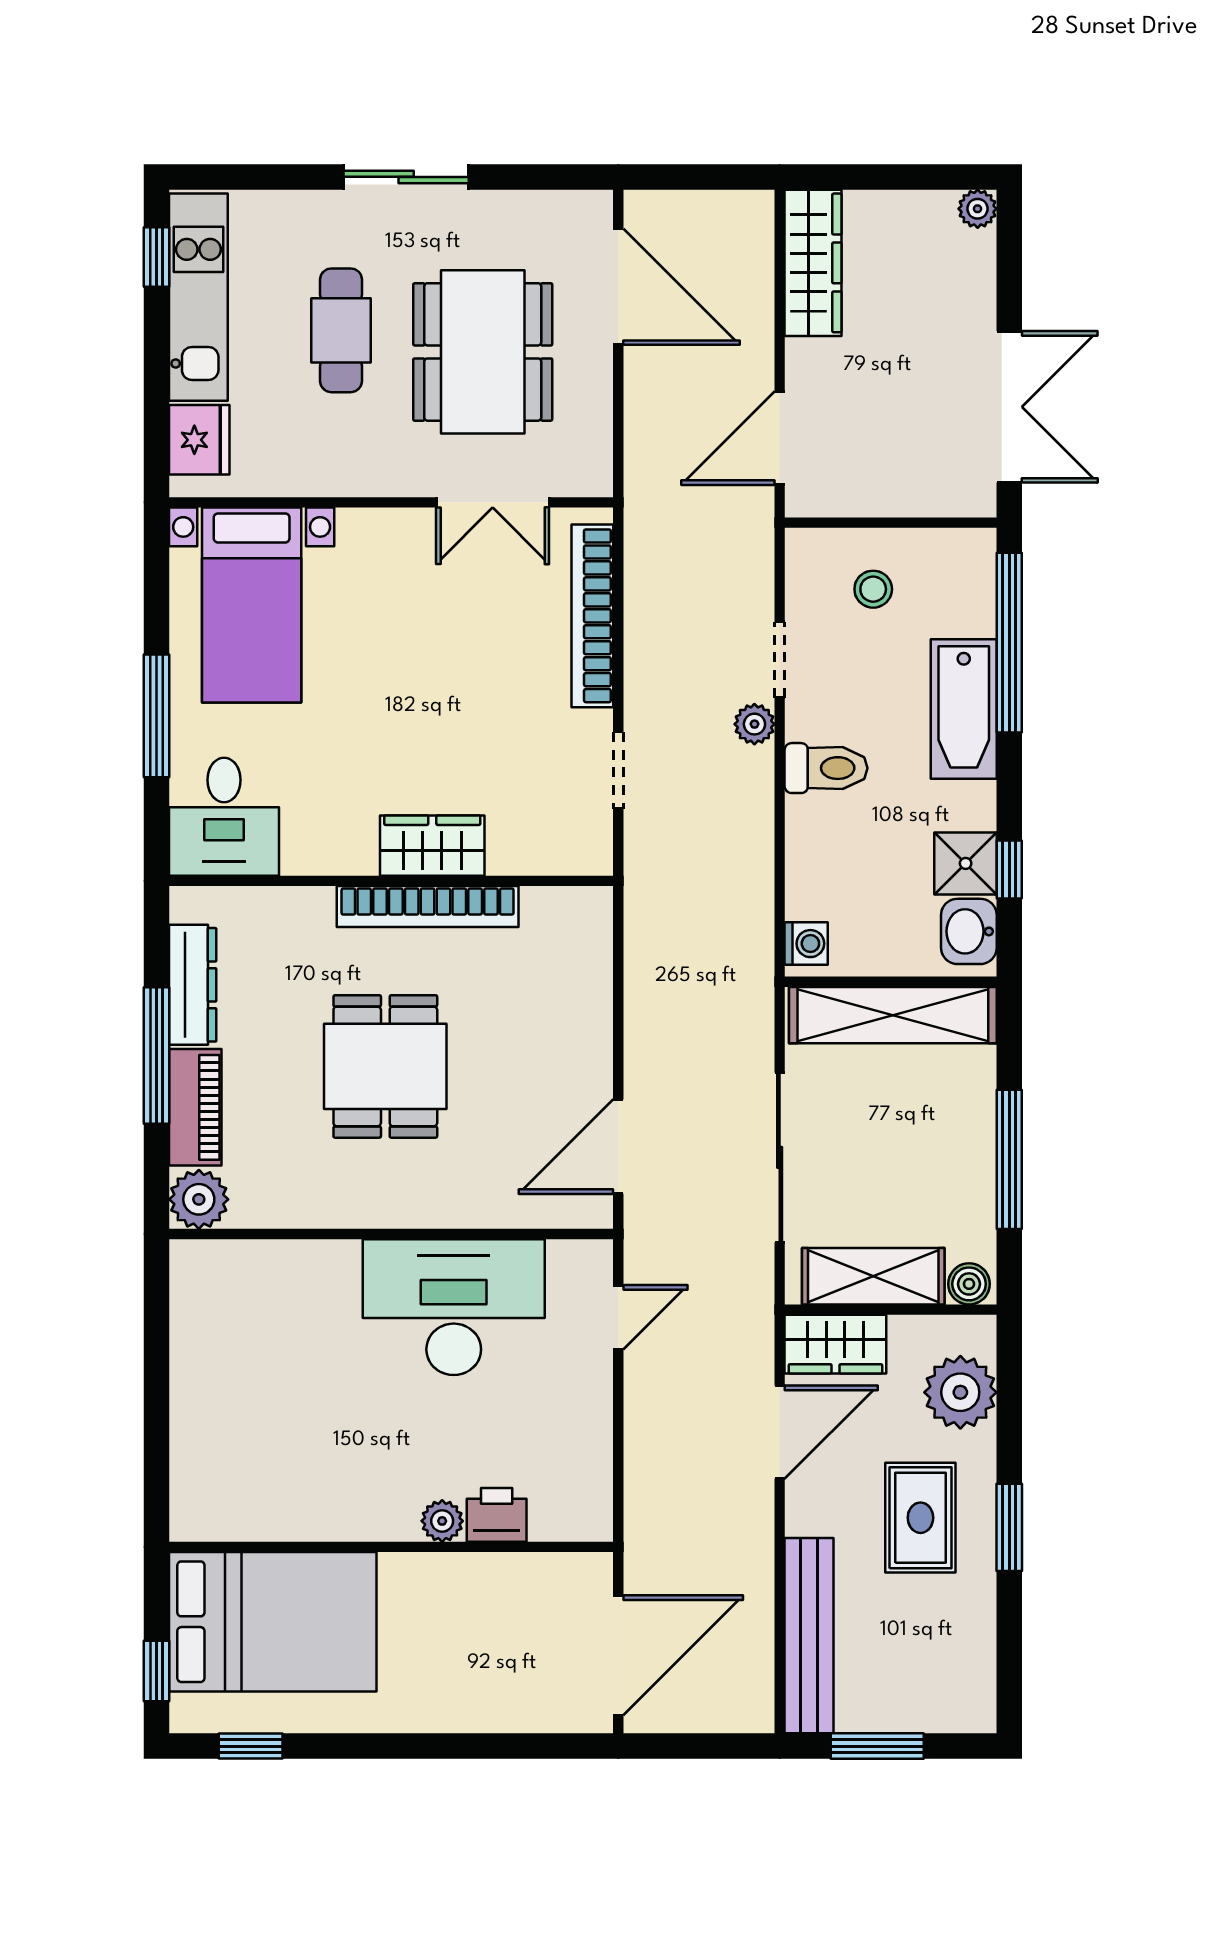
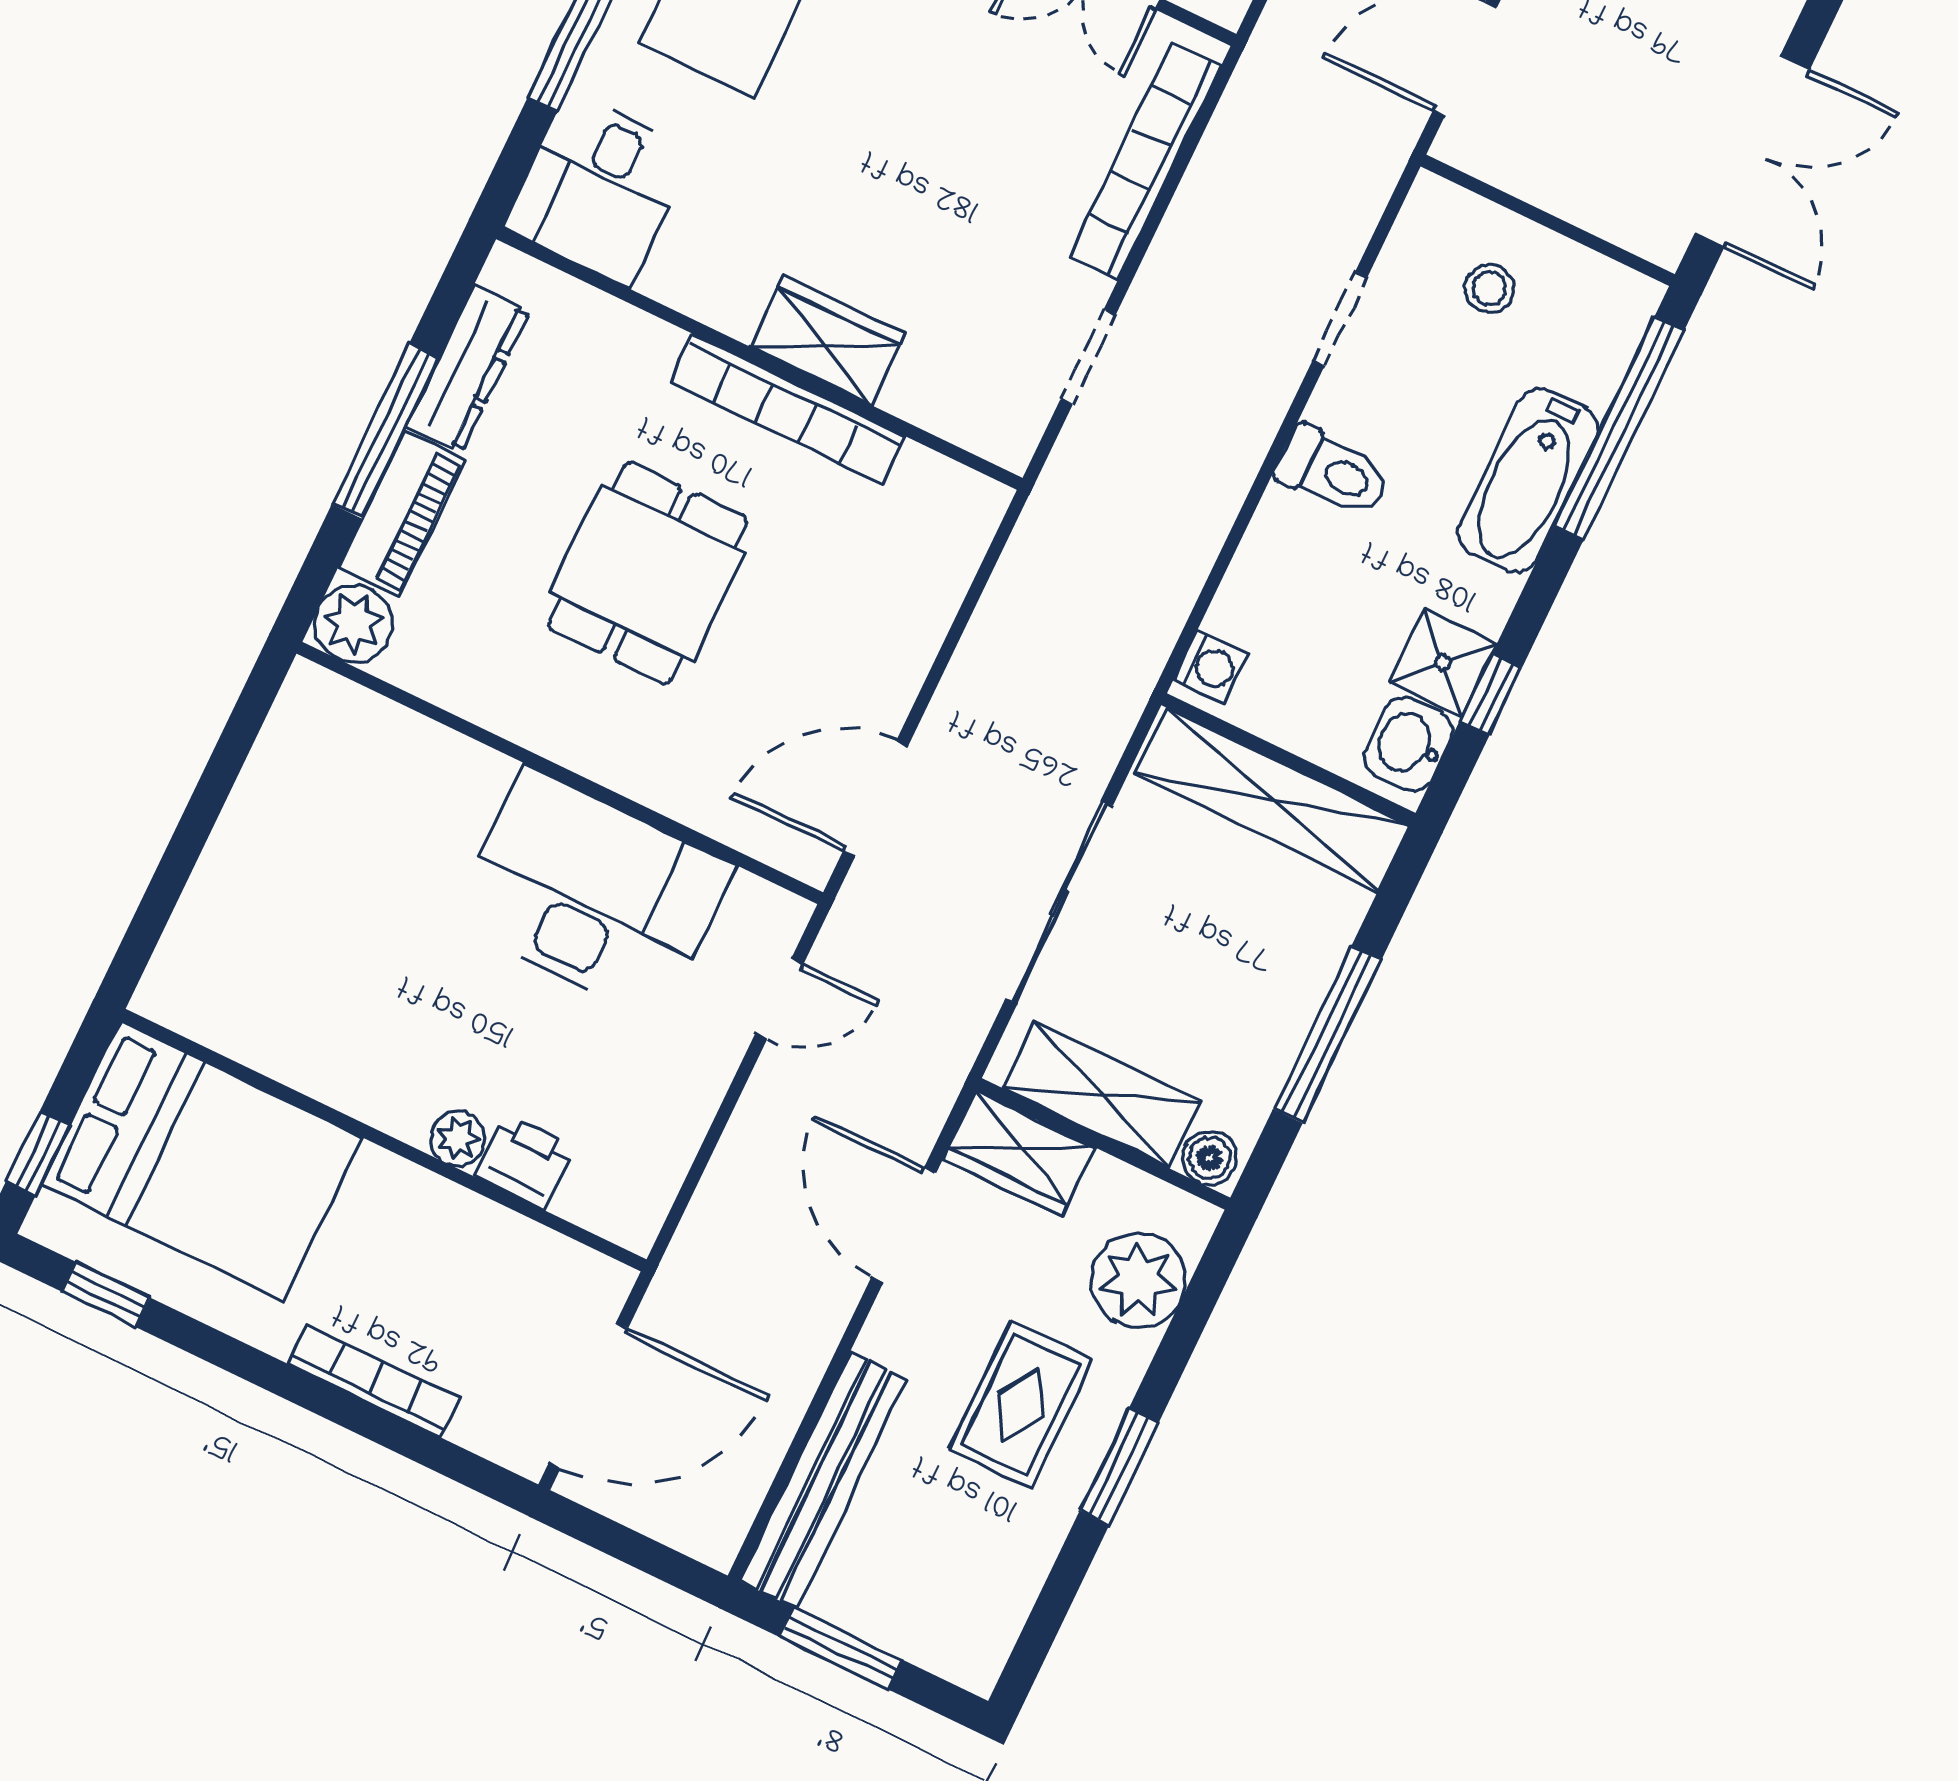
plant: (754, 724) -> (1274, 380), removed
door: (780, 1432) -> (904, 1225), swing flipped
bookcase: (465, 1717) -> (374, 1381), added

